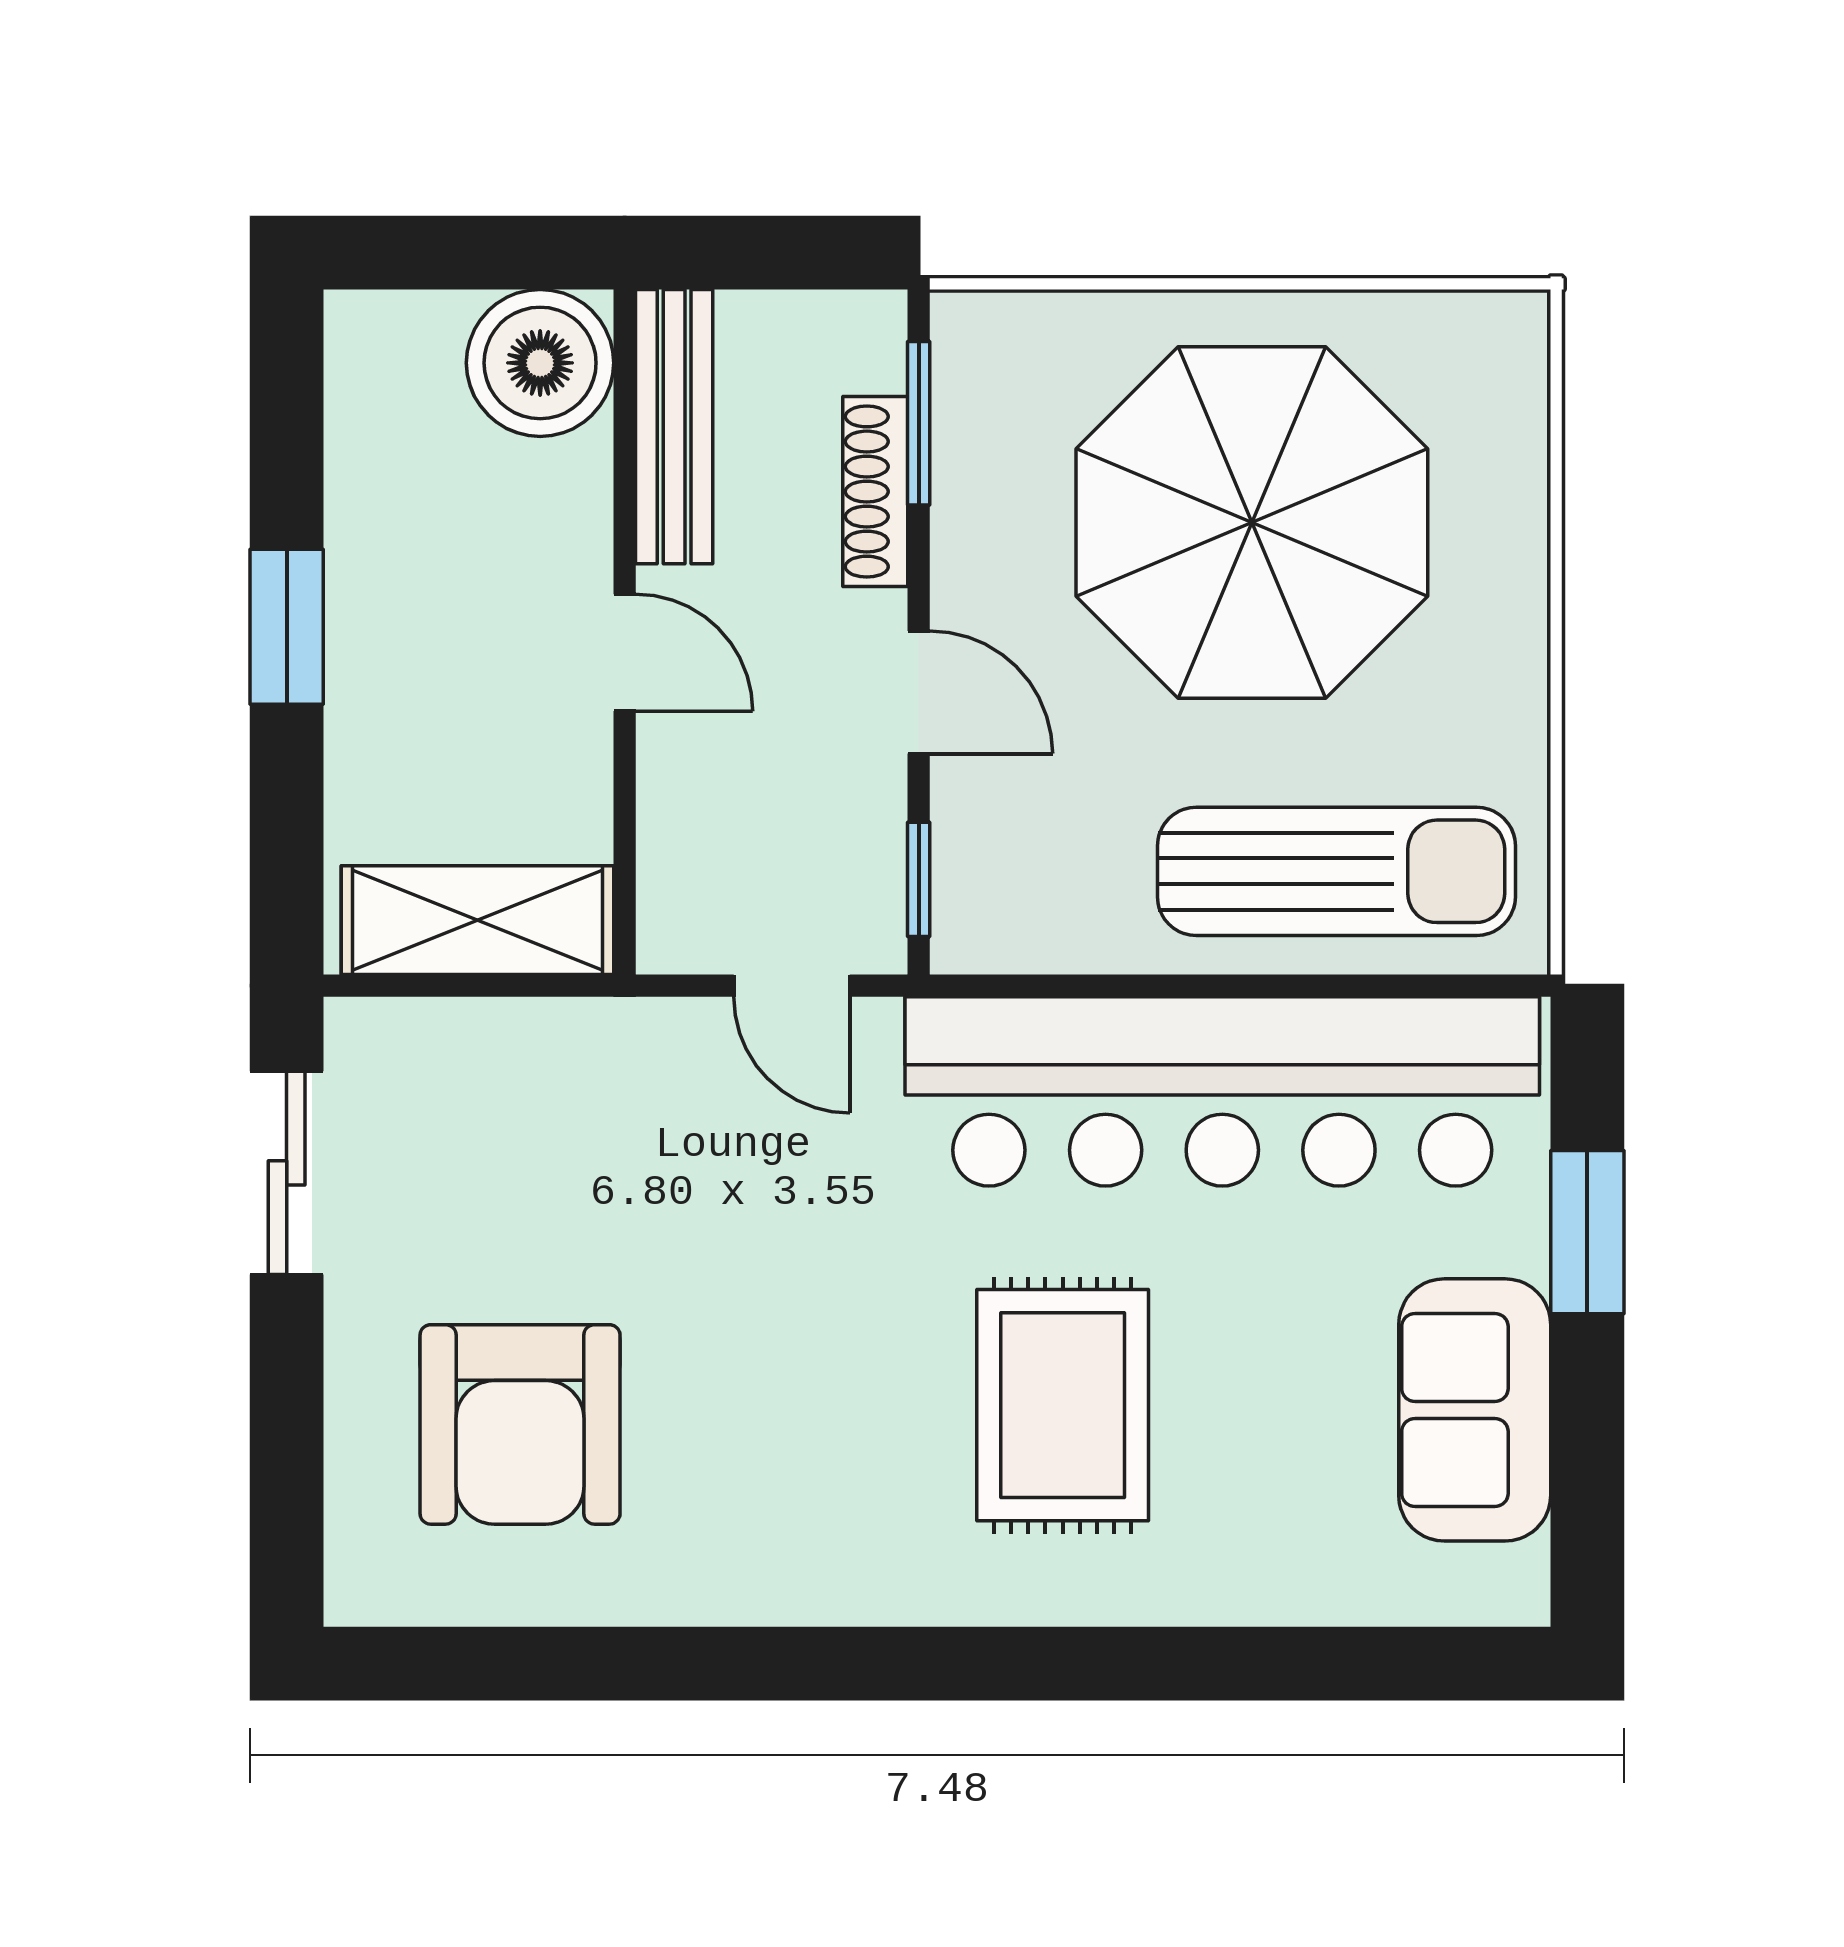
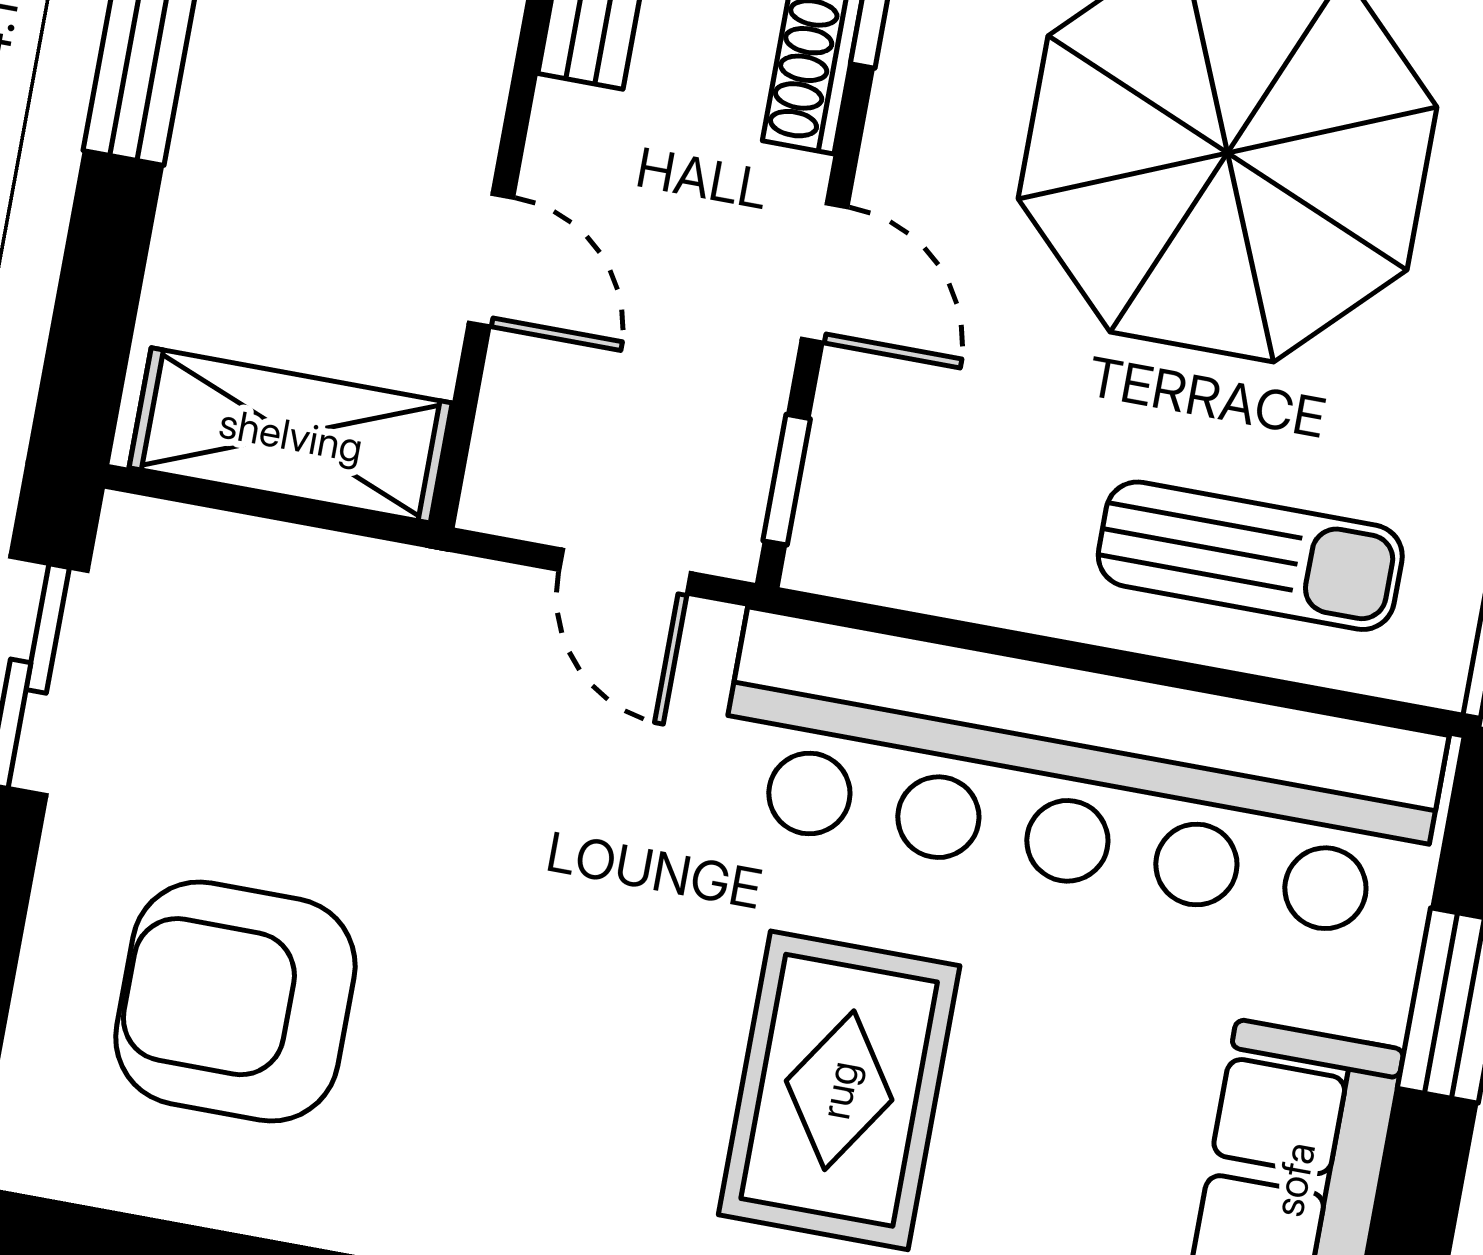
door: (625, 653) -> (491, 260), moved
sun lounger: (1336, 871) -> (1250, 556), width x0.73, depth x0.75
armchair: (520, 1424) -> (235, 1001), turned 90

